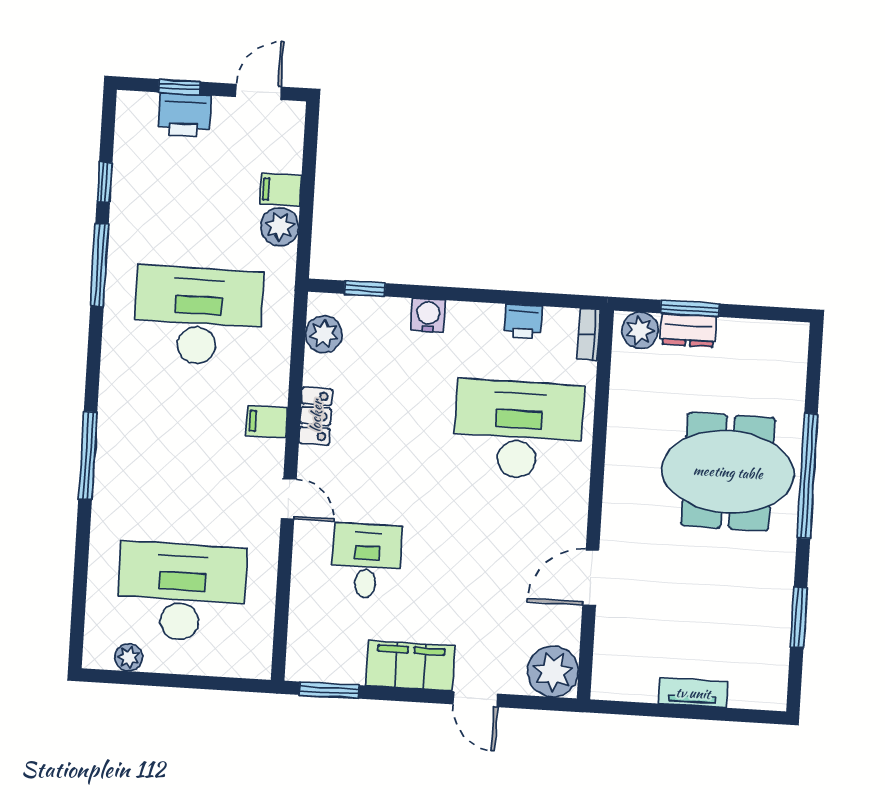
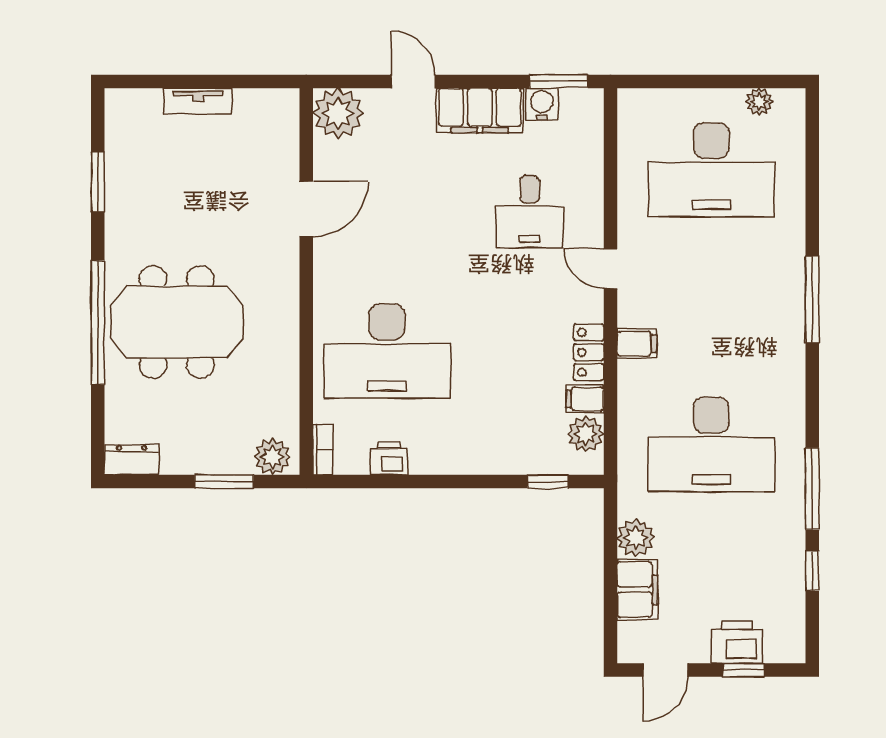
filing cabinet: (280, 190) -> (637, 590), width x2.00
water cooler: (428, 315) -> (542, 104), moved, turned 180
dresser: (688, 330) -> (132, 460), moved
filing cabinet: (322, 369) -> (585, 399), added

